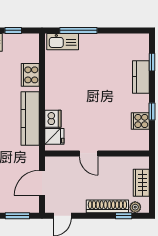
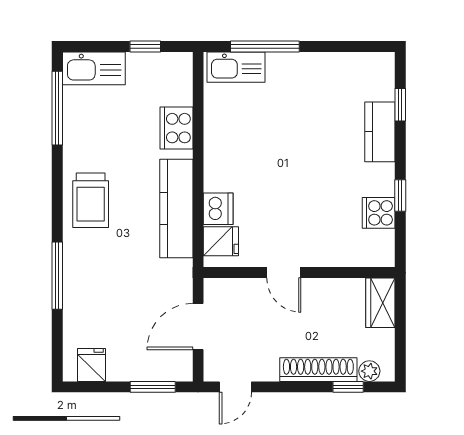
wardrobe: (141, 183) -> (380, 303), moved

